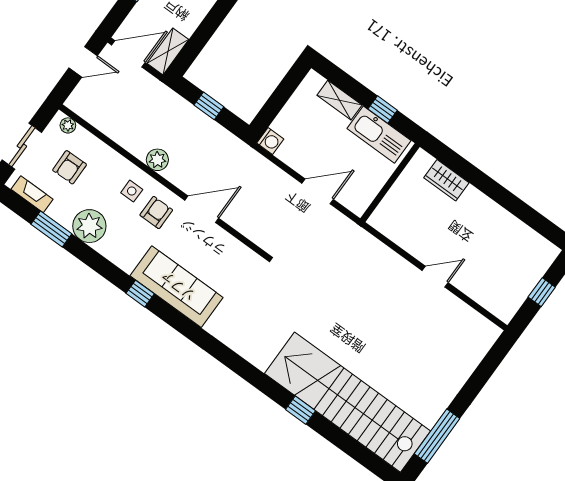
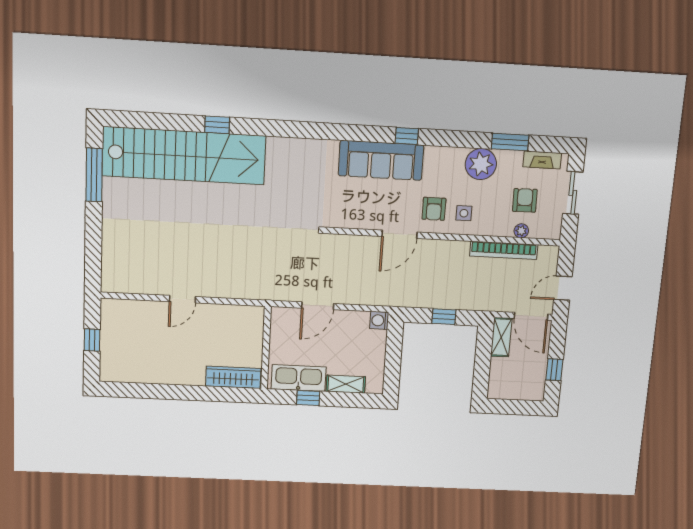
door: (128, 54) -> (531, 316), hinge flipped
plant: (68, 125) -> (521, 231), moved
bookcase: (116, 133) -> (504, 250), added
plant: (157, 160) -> (459, 250), removed
wardrobe: (446, 180) -> (233, 377), width x1.50

